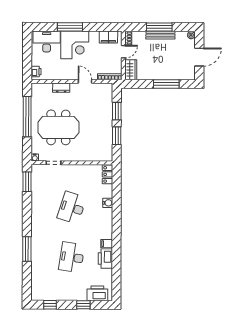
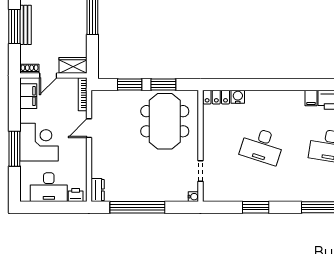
desk: (47, 41) -> (49, 187), moved, turned -90
door: (123, 52) -> (48, 75), swing flipped
dresser: (61, 88) -> (98, 190), moved
meeting table: (58, 127) -> (165, 121), moved
window: (27, 182) -> (256, 207), moved
water cooler: (108, 203) -> (238, 97), moved

